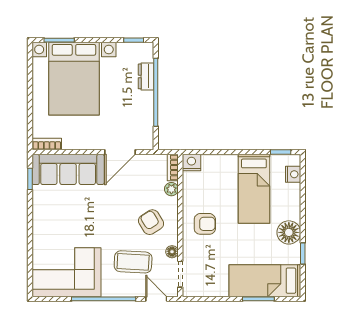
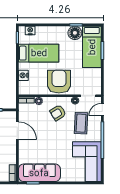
nightstand: (191, 162) -> (23, 75), moved
sofa: (68, 169) -> (39, 173), moved, turned -90
armchair: (205, 224) -> (59, 82), width x1.88, depth x1.88
floor lamp: (289, 232) -> (75, 33), moved

